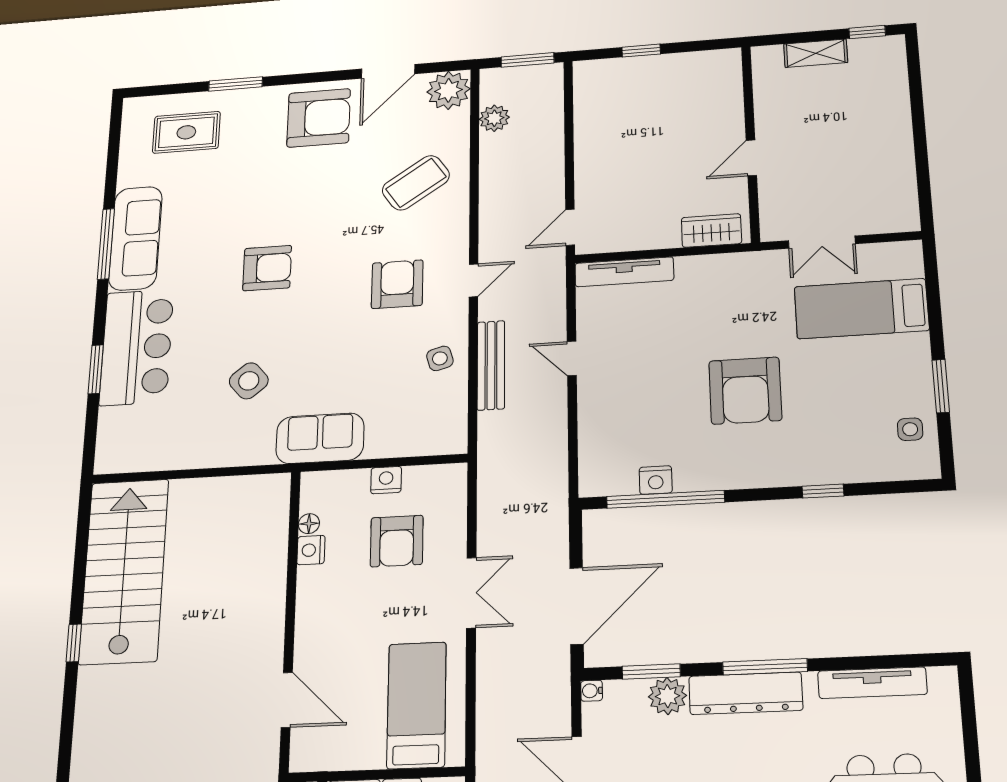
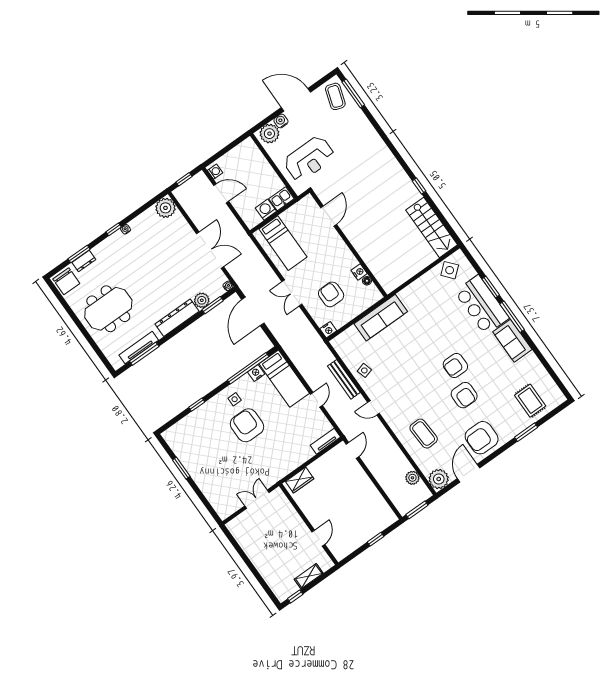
rug: (186, 132) -> (530, 401), turned 90
door: (751, 158) -> (318, 538), moved
coffee table: (416, 183) -> (424, 434), turned -59
sofa: (135, 238) -> (512, 341), width x0.73
window: (106, 244) -> (512, 317), moved
tv unit: (624, 272) -> (325, 441), width x0.71
door: (473, 280) -> (374, 408), hinge flipped
armchair: (397, 284) -> (464, 395), moved
bed: (861, 309) -> (284, 379), moved, turned 90
door: (572, 358) -> (316, 400), hinge flipped
side table: (249, 381) -> (450, 270), moved
side table: (910, 429) -> (235, 399), moved
sofa: (320, 438) -> (381, 318), width x1.36
nightstand: (386, 480) -> (328, 330), moved
stairs: (124, 571) -> (432, 227), width x0.73, depth x0.66
window: (765, 667) -> (144, 354), moved
door: (287, 700) -> (329, 216), swing flipped

